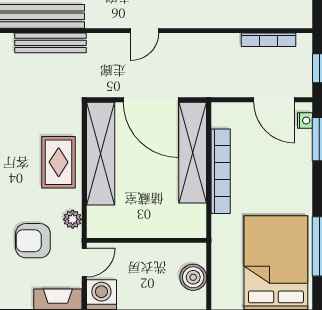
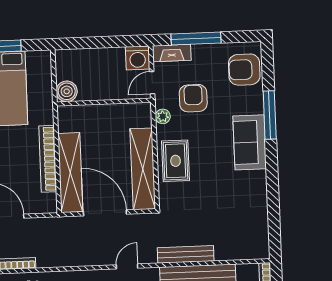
door: (145, 31) -> (127, 266), moved
armchair: (33, 241) -> (193, 98), turned -90
boiler: (193, 277) -> (67, 91), moved

